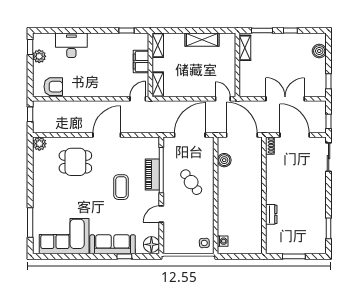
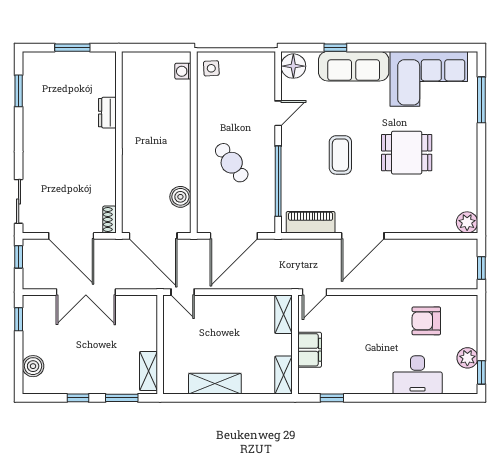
armchair: (53, 87) -> (426, 321), moved
dining table: (75, 162) -> (407, 153), moved
piano: (152, 175) -> (311, 222), moved, turned -90

